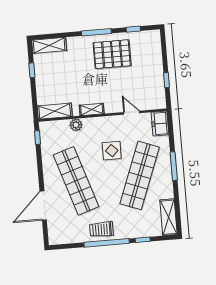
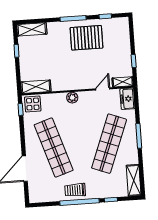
shelving: (92, 110) -> (123, 82), moved
door: (132, 113) -> (103, 89), hinge flipped
plant: (76, 125) -> (72, 98), moved
display table: (112, 151) -> (33, 104), moved

